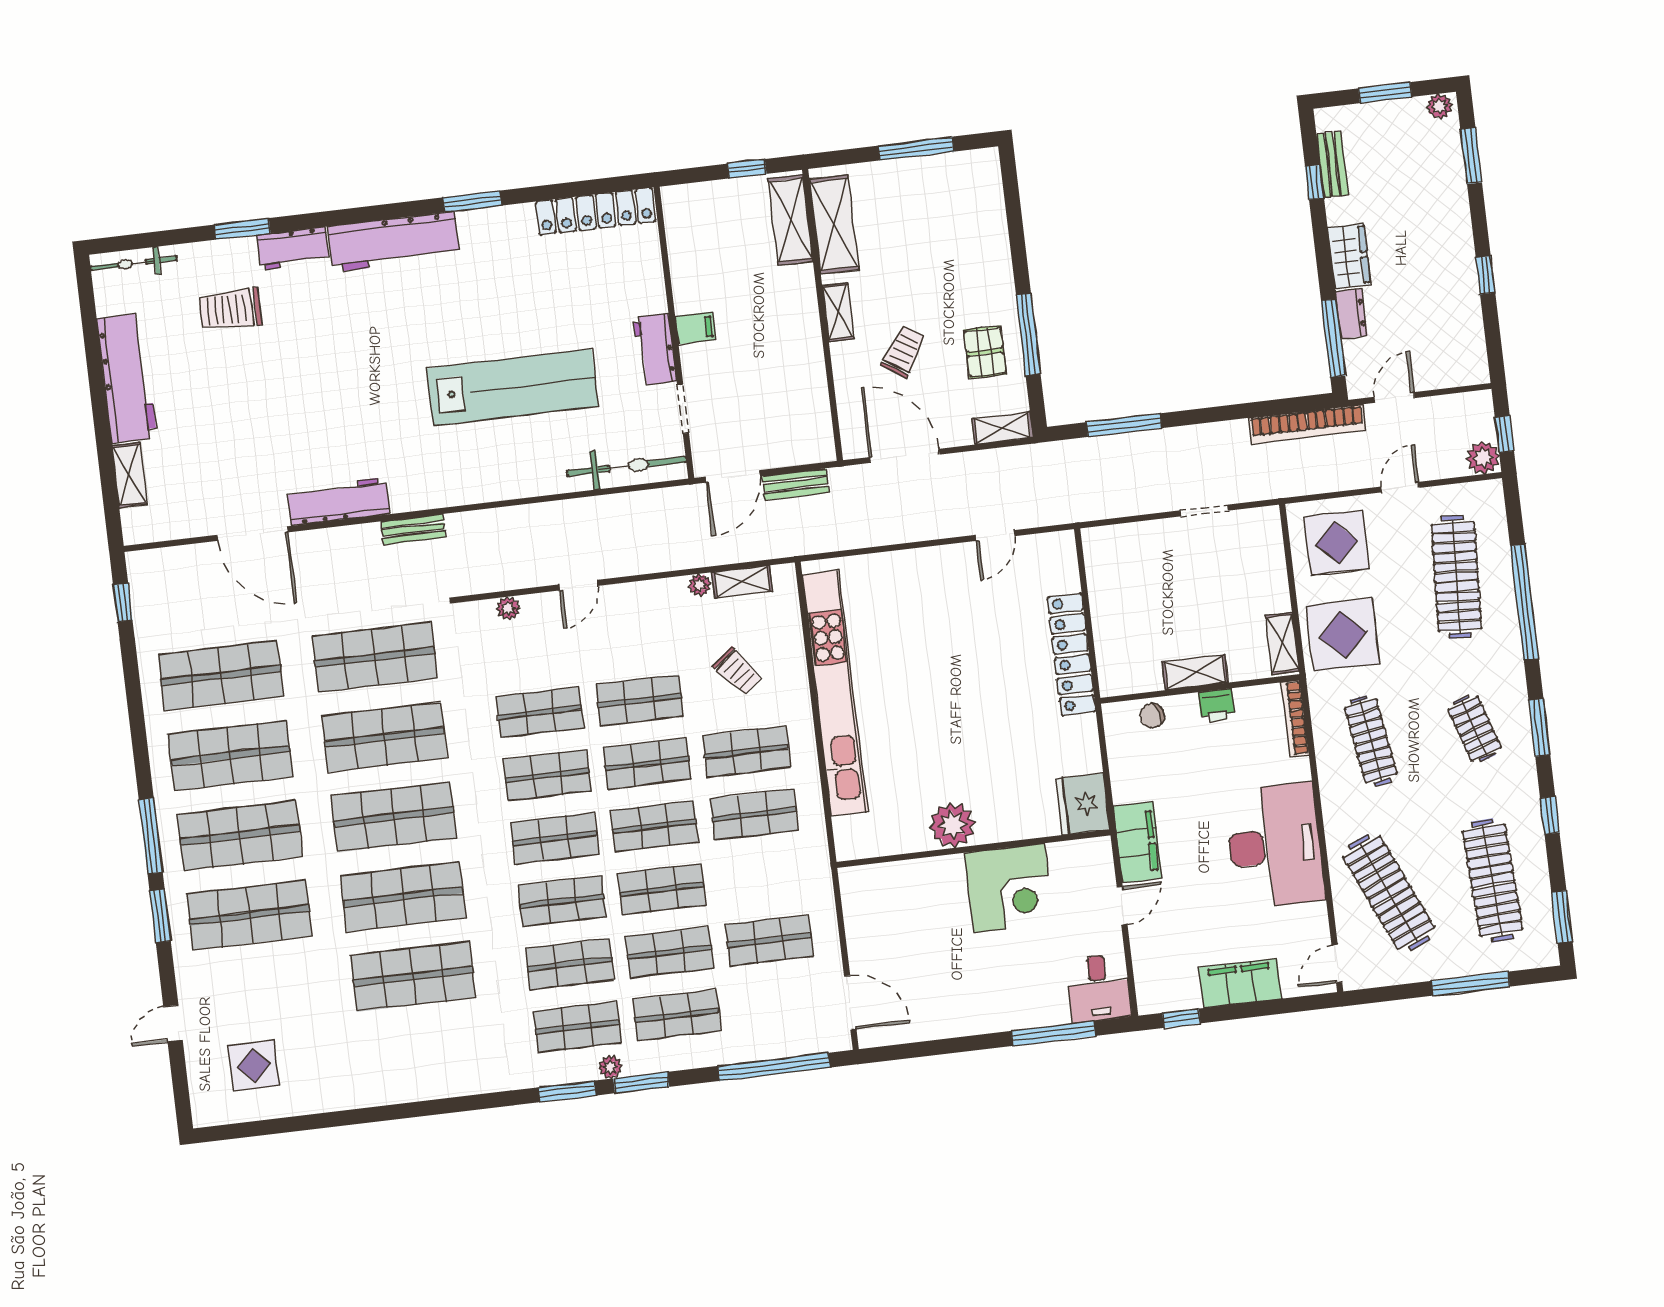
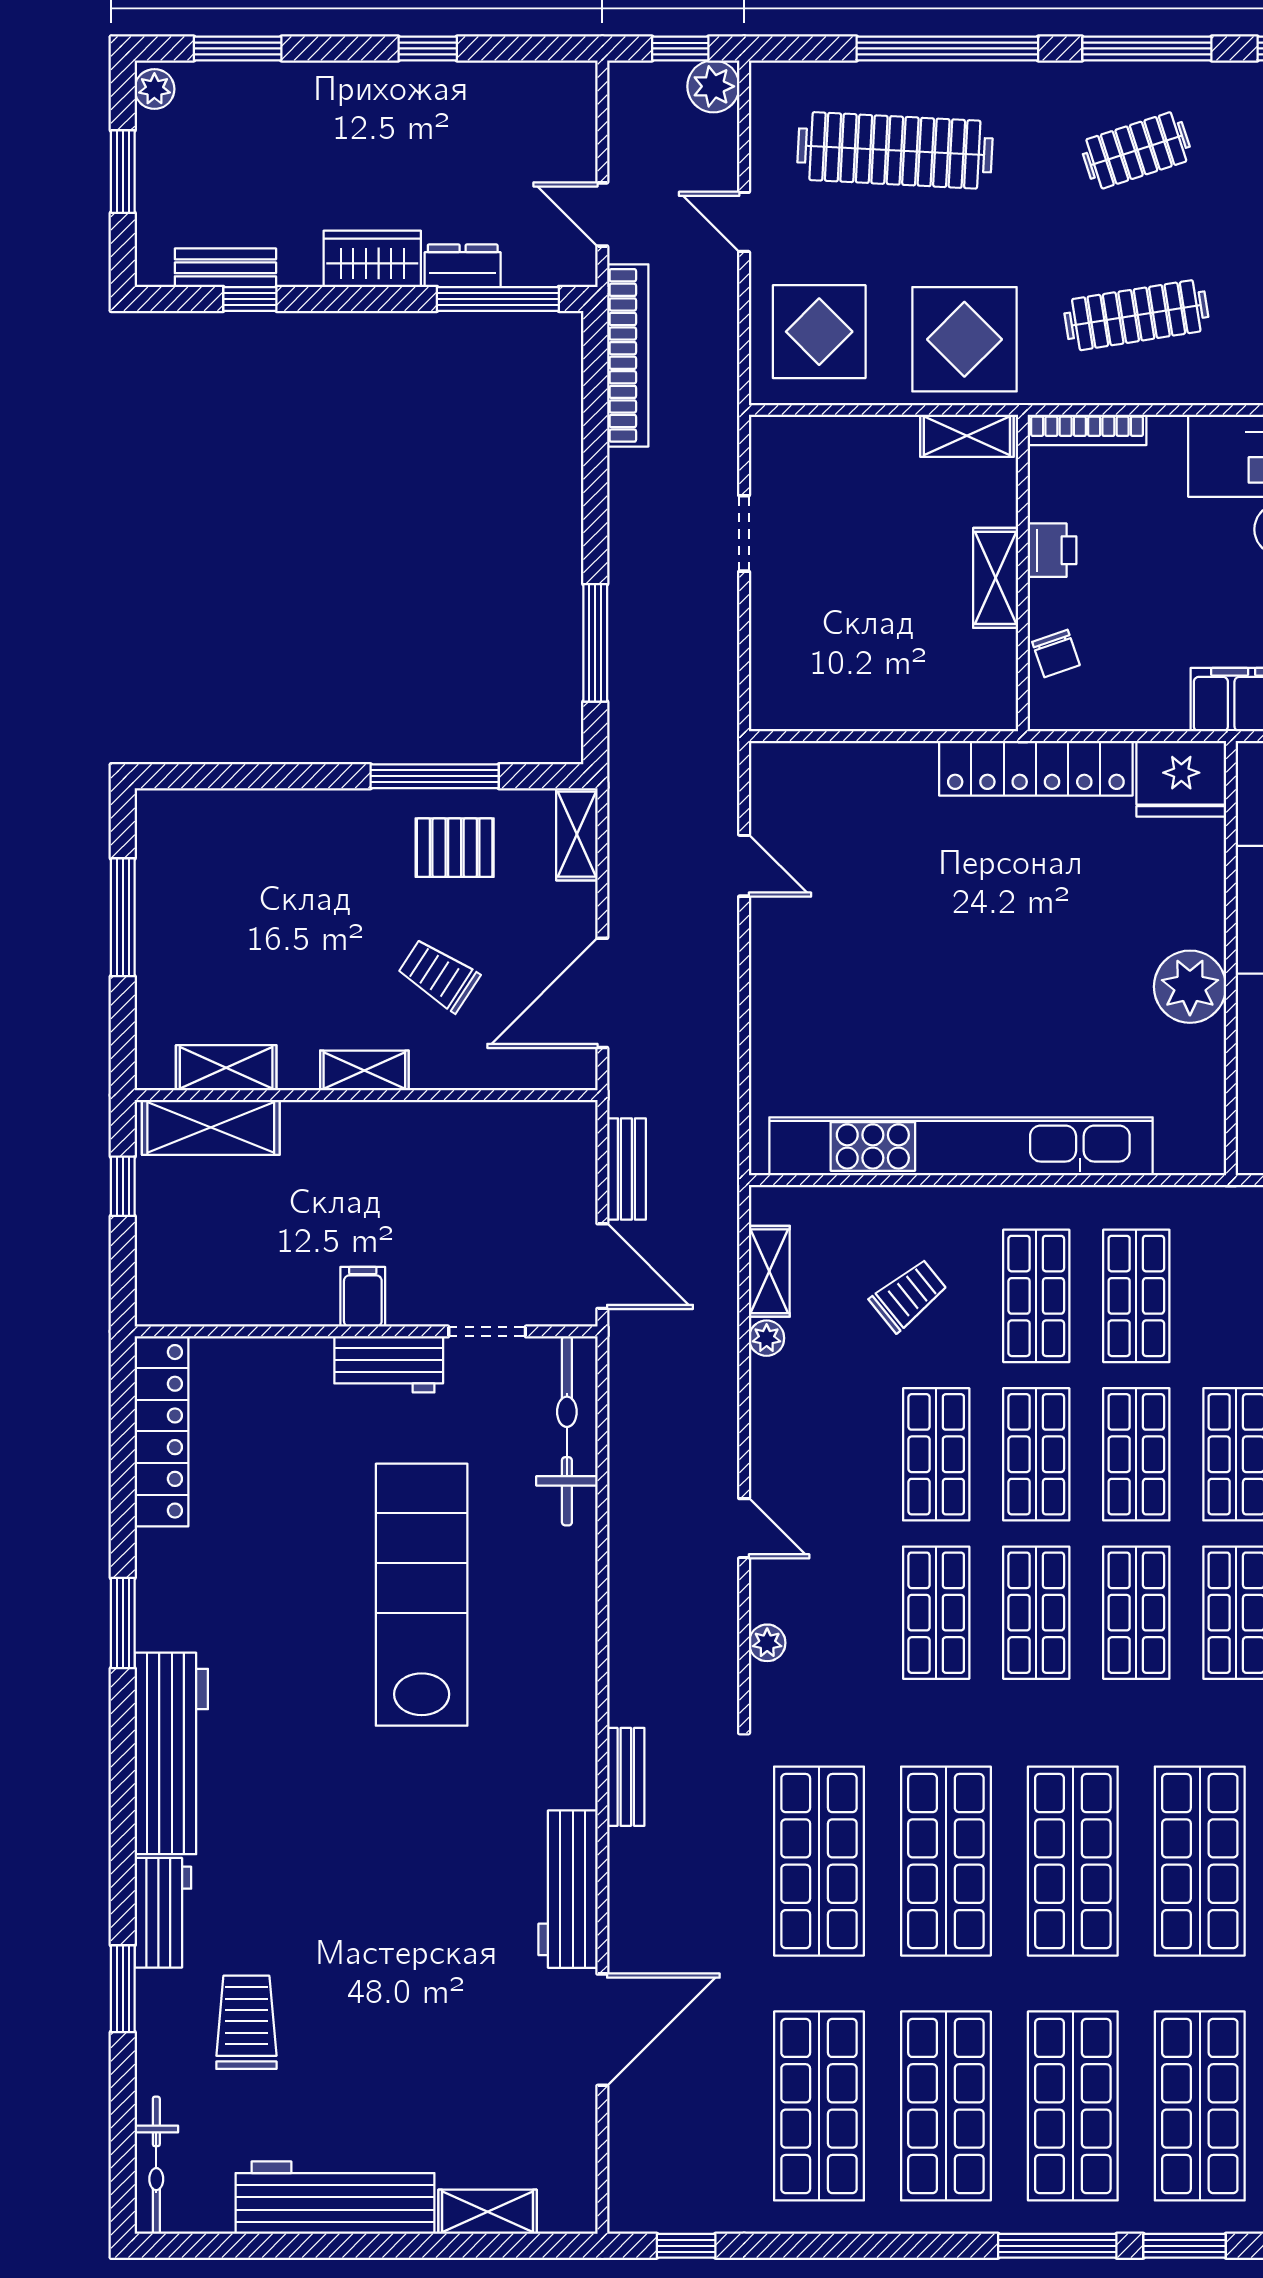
shelving: (834, 224) -> (226, 1068), width x0.67, depth x0.75
trolley: (230, 309) -> (246, 2022), turned 180
locker: (1072, 654) -> (1036, 768), moved
window: (1539, 728) -> (1147, 48), width x1.44

